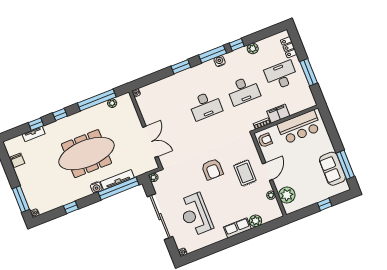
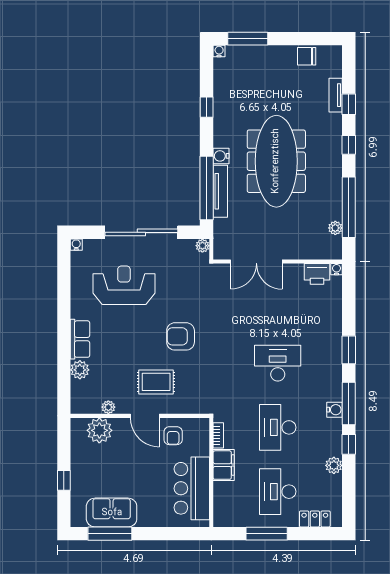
desk: (281, 75) -> (278, 492), turned 180
printer: (144, 103) -> (317, 274), added
desk: (205, 105) -> (278, 363), turned 90
armchair: (265, 140) -> (173, 436), moved

